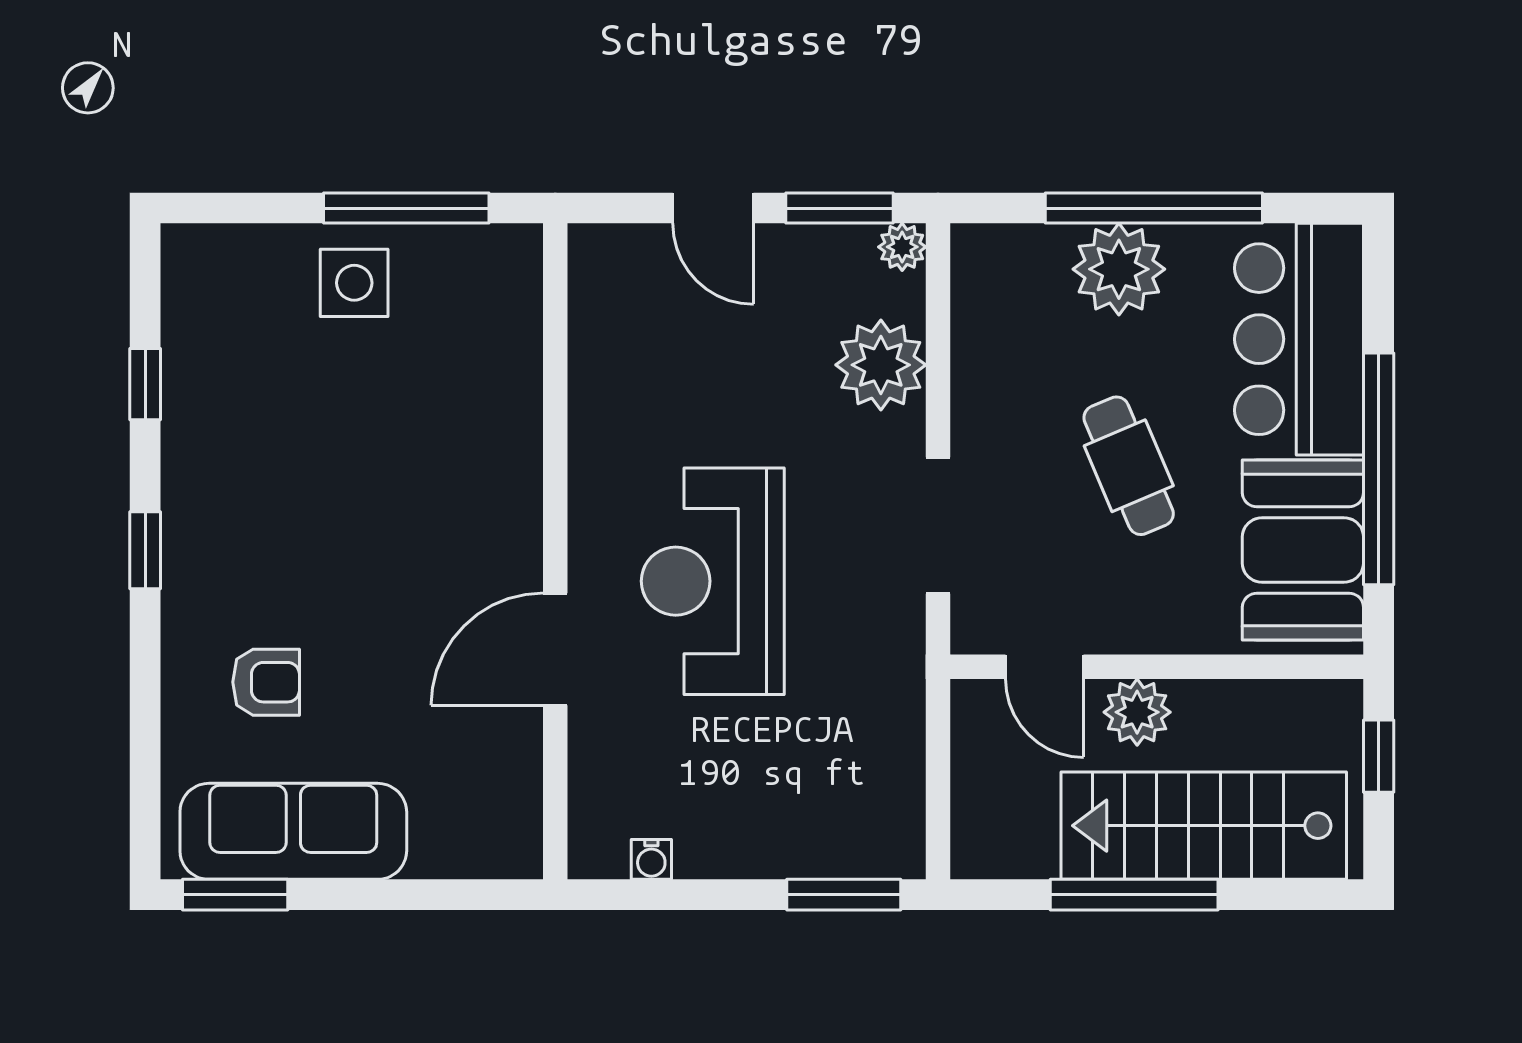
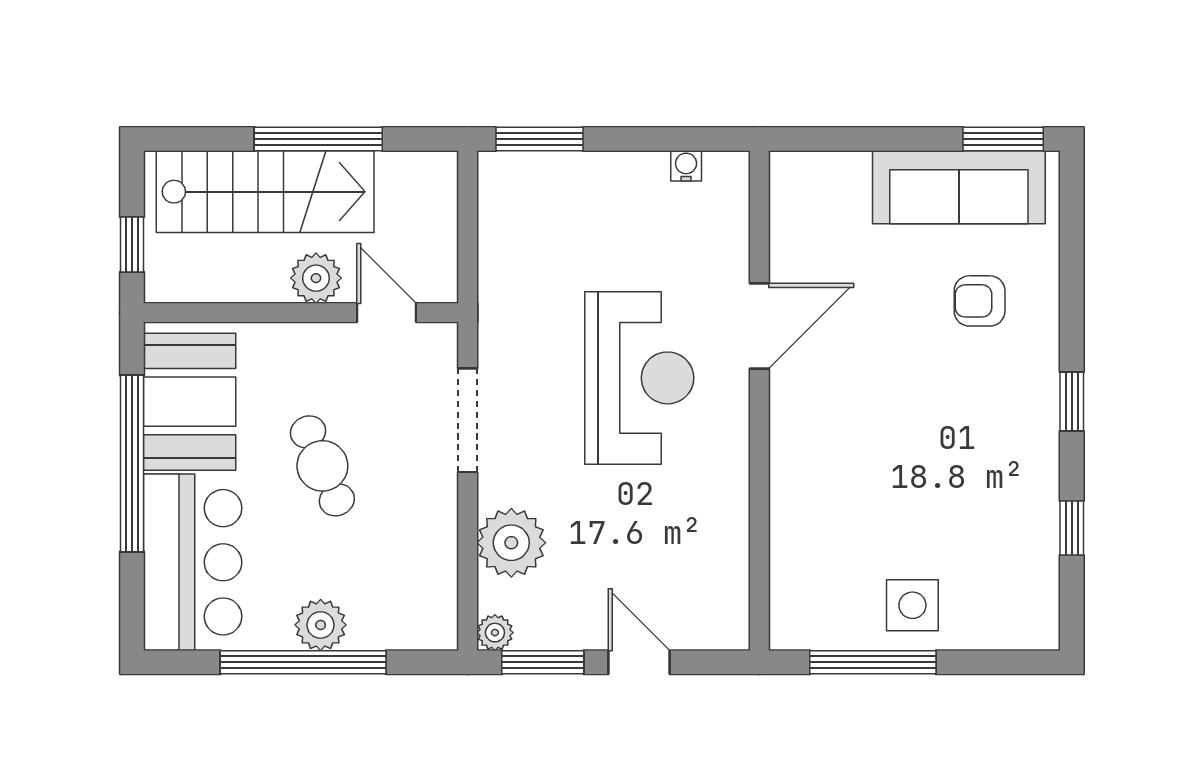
plant: (1119, 269) -> (321, 625), width x0.73, depth x0.73

